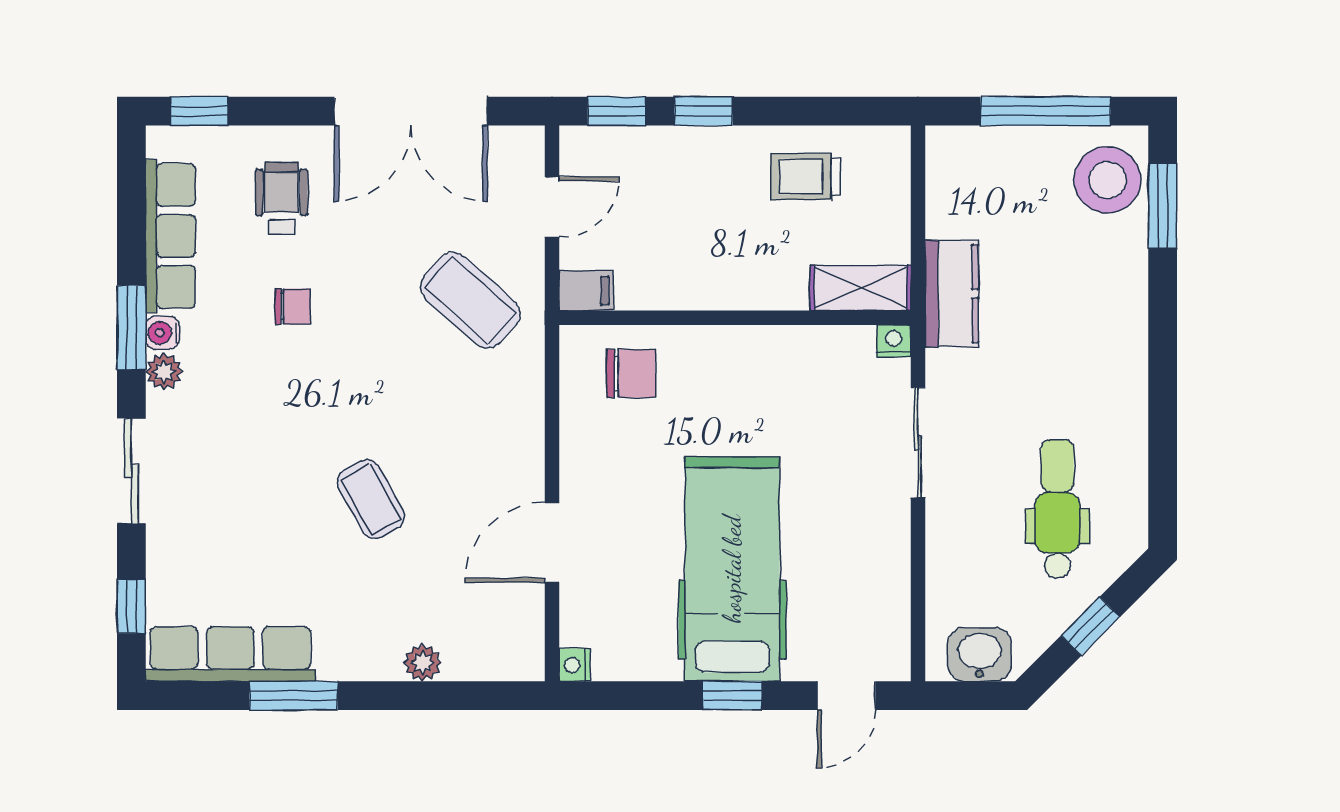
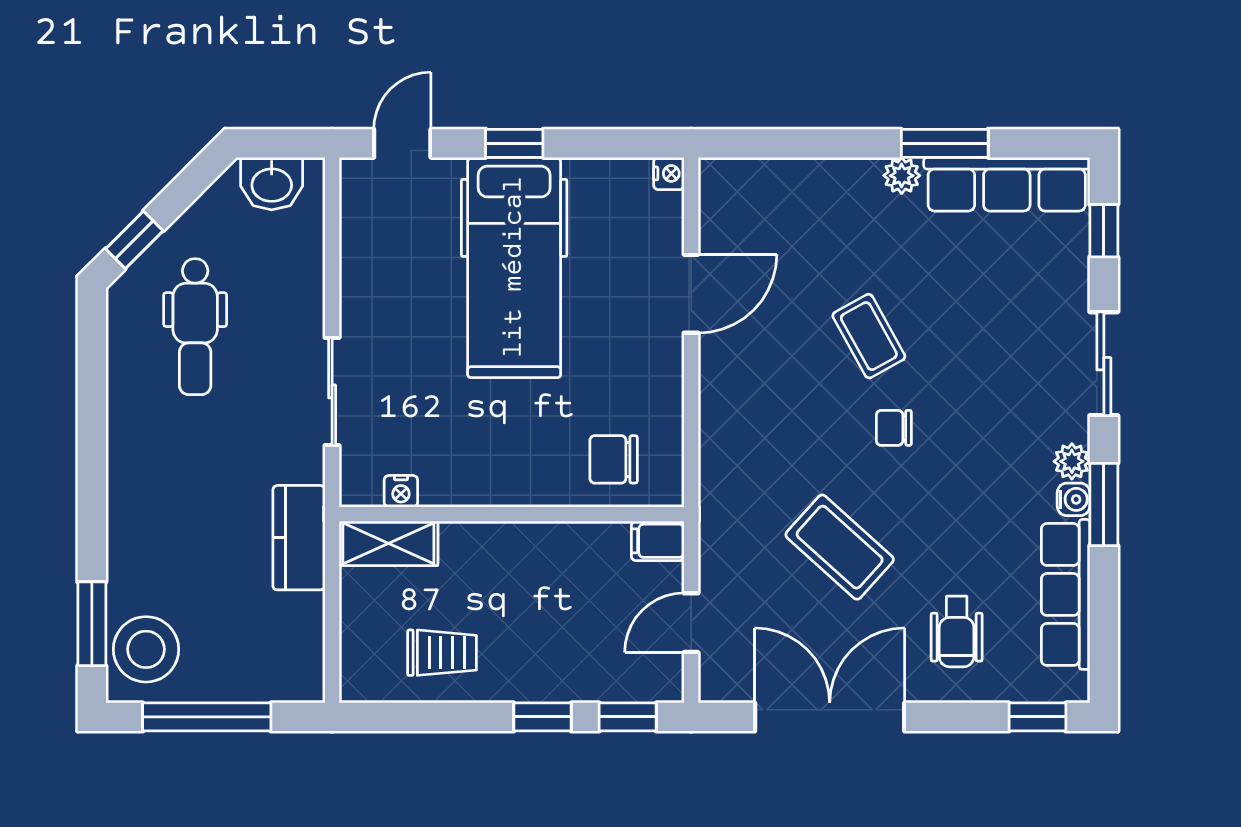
coffee table: (470, 300) -> (840, 547), moved
chair: (293, 307) -> (894, 428), moved
nightstand: (894, 341) -> (401, 491), moved
window: (1090, 626) -> (134, 240), moved
plant: (423, 663) -> (902, 176), moved

